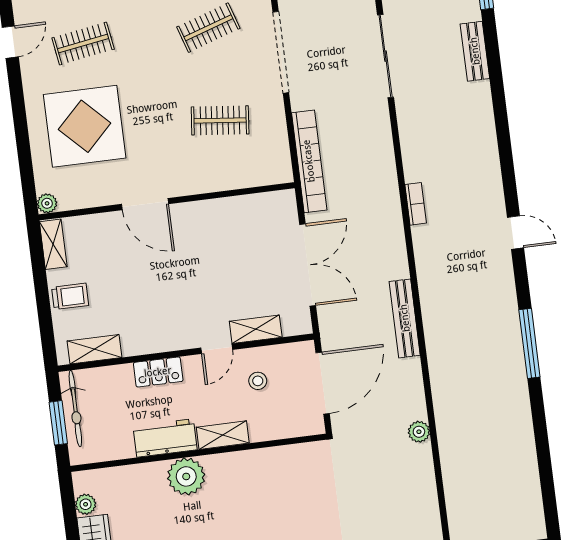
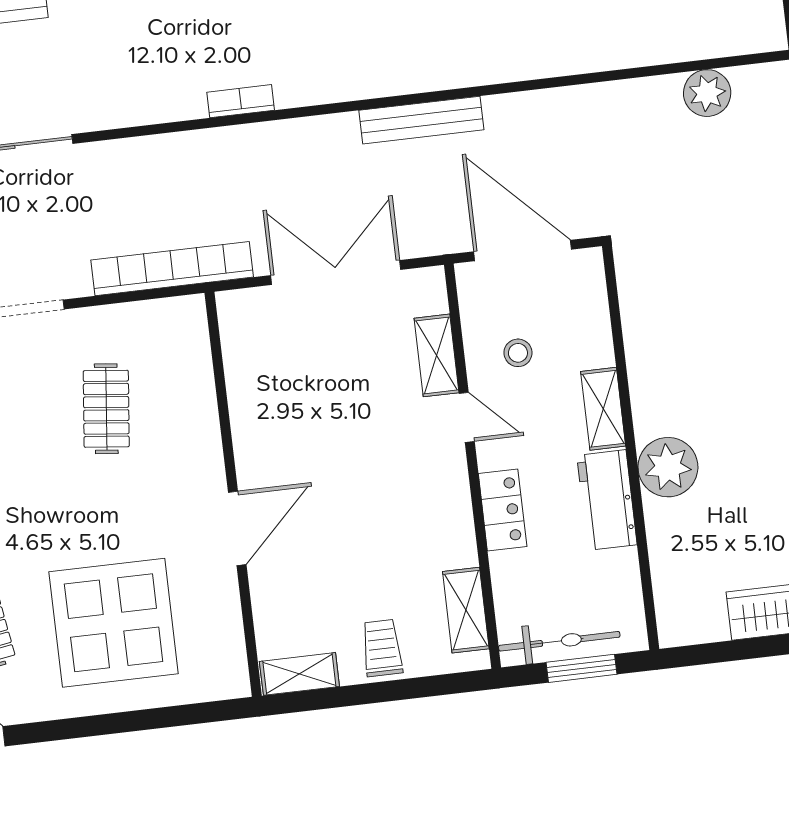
plant: (47, 203) -> (235, 683), removed
plant: (419, 432) -> (707, 93), moved, width x1.38, depth x1.38
plant: (86, 504) -> (710, 626), removed

